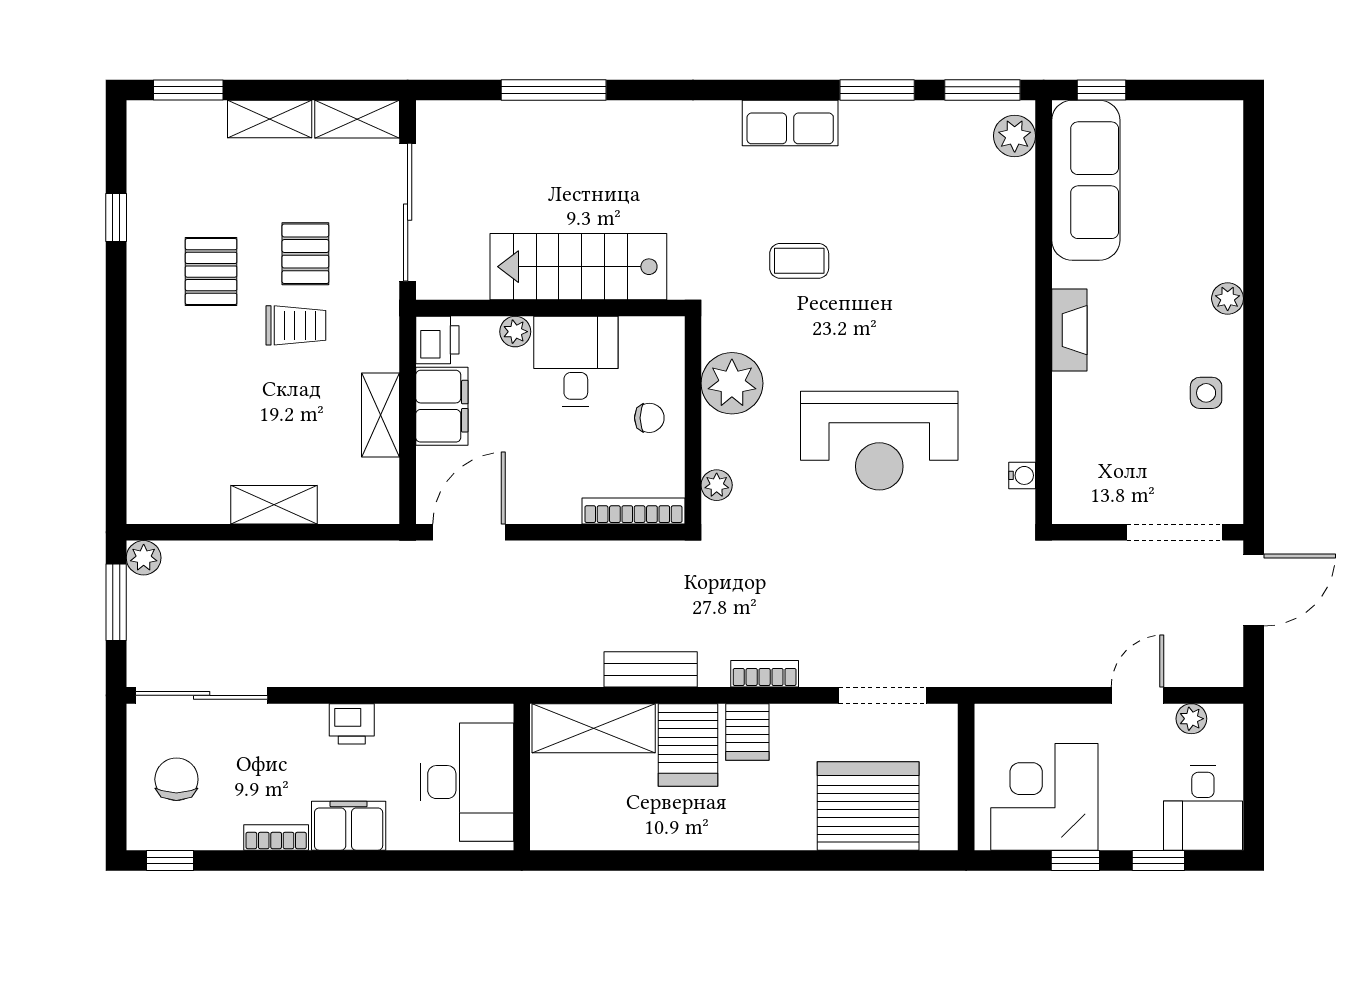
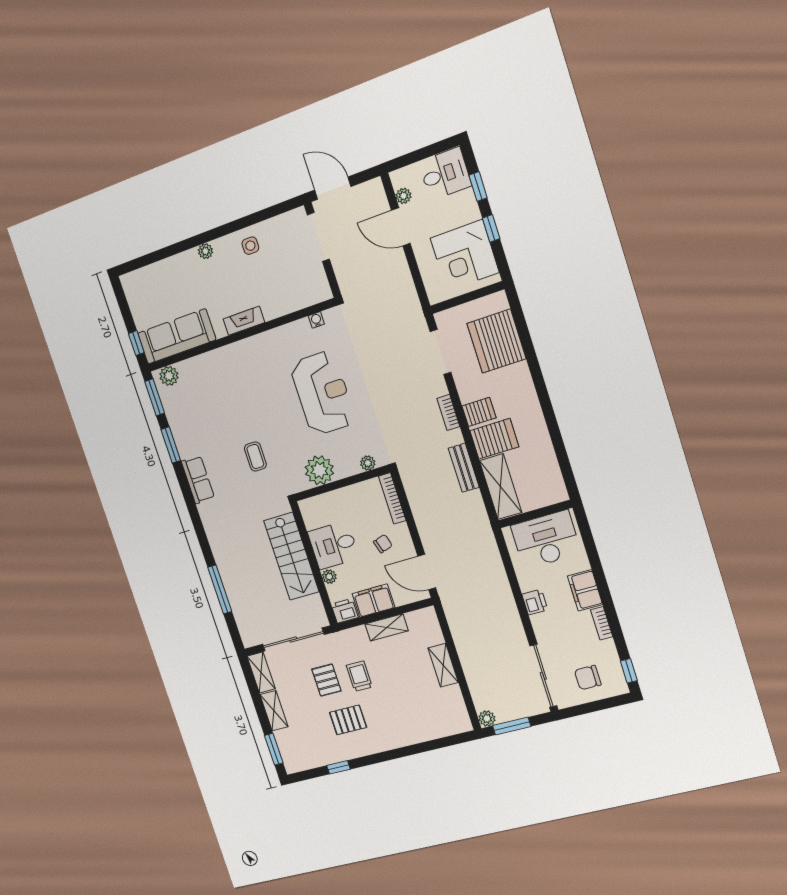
pallet: (305, 254) -> (326, 680), turned 90
chair: (649, 418) -> (383, 544), moved, turned 73
door: (1137, 695) -> (401, 227), width x1.38

